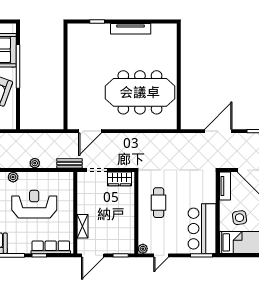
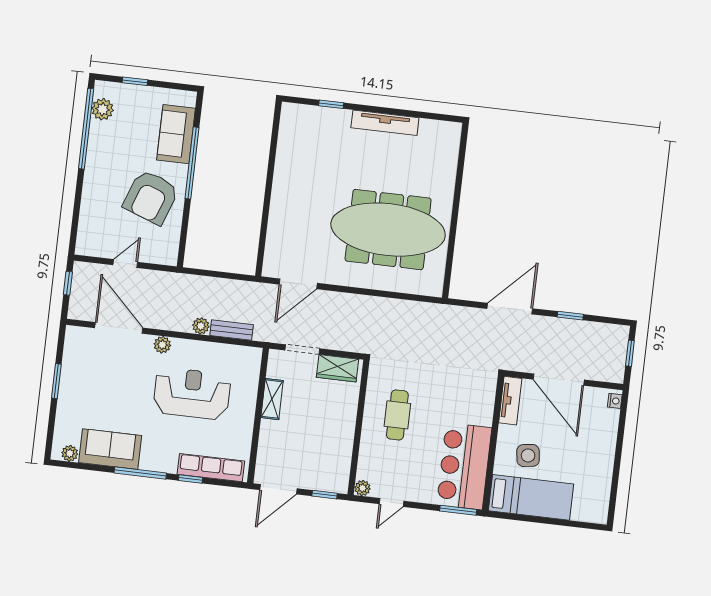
bench: (70, 163) -> (232, 330), moved
shelving: (82, 226) -> (272, 399), moved

